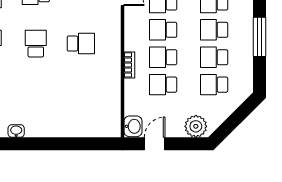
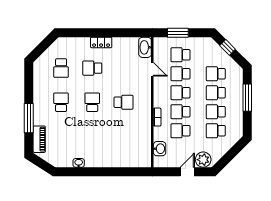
washbasin: (133, 126) -> (160, 149), moved
door: (155, 144) -> (187, 172), moved

